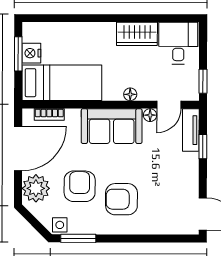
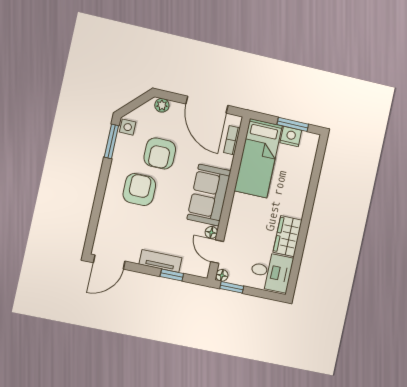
floor lamp: (130, 94) -> (222, 275), moved
tv unit: (191, 130) -> (160, 261), moved
armchair: (80, 186) -> (160, 153), turned 90
plant: (36, 188) -> (162, 105), width x0.53, depth x0.53

